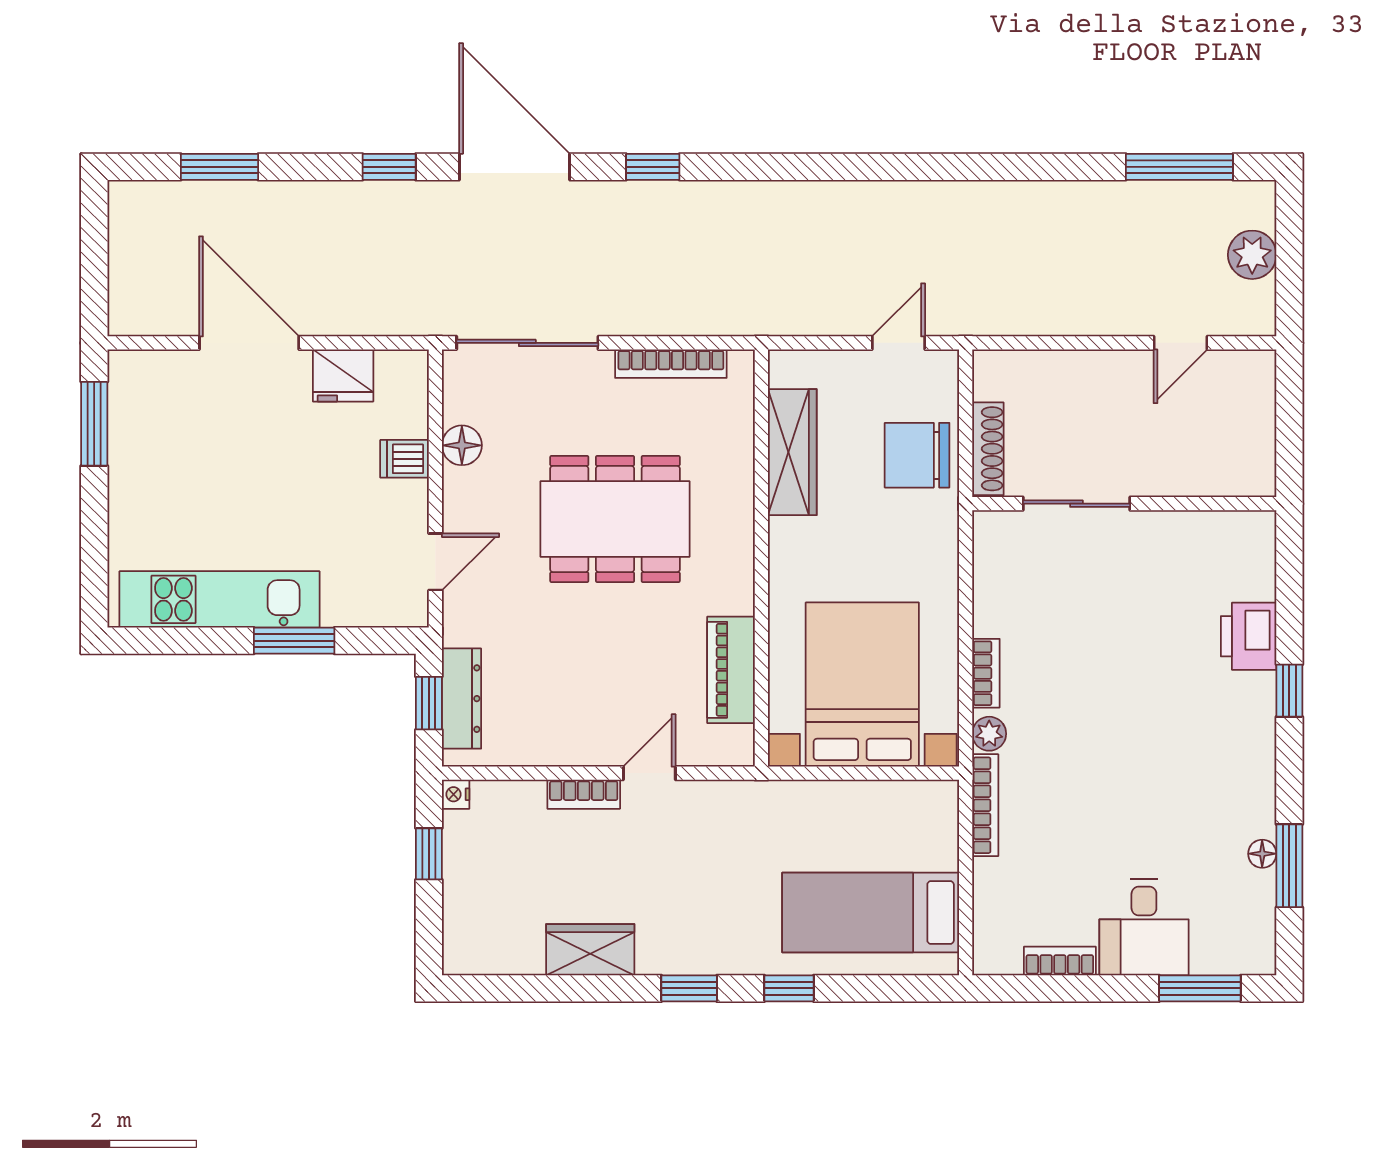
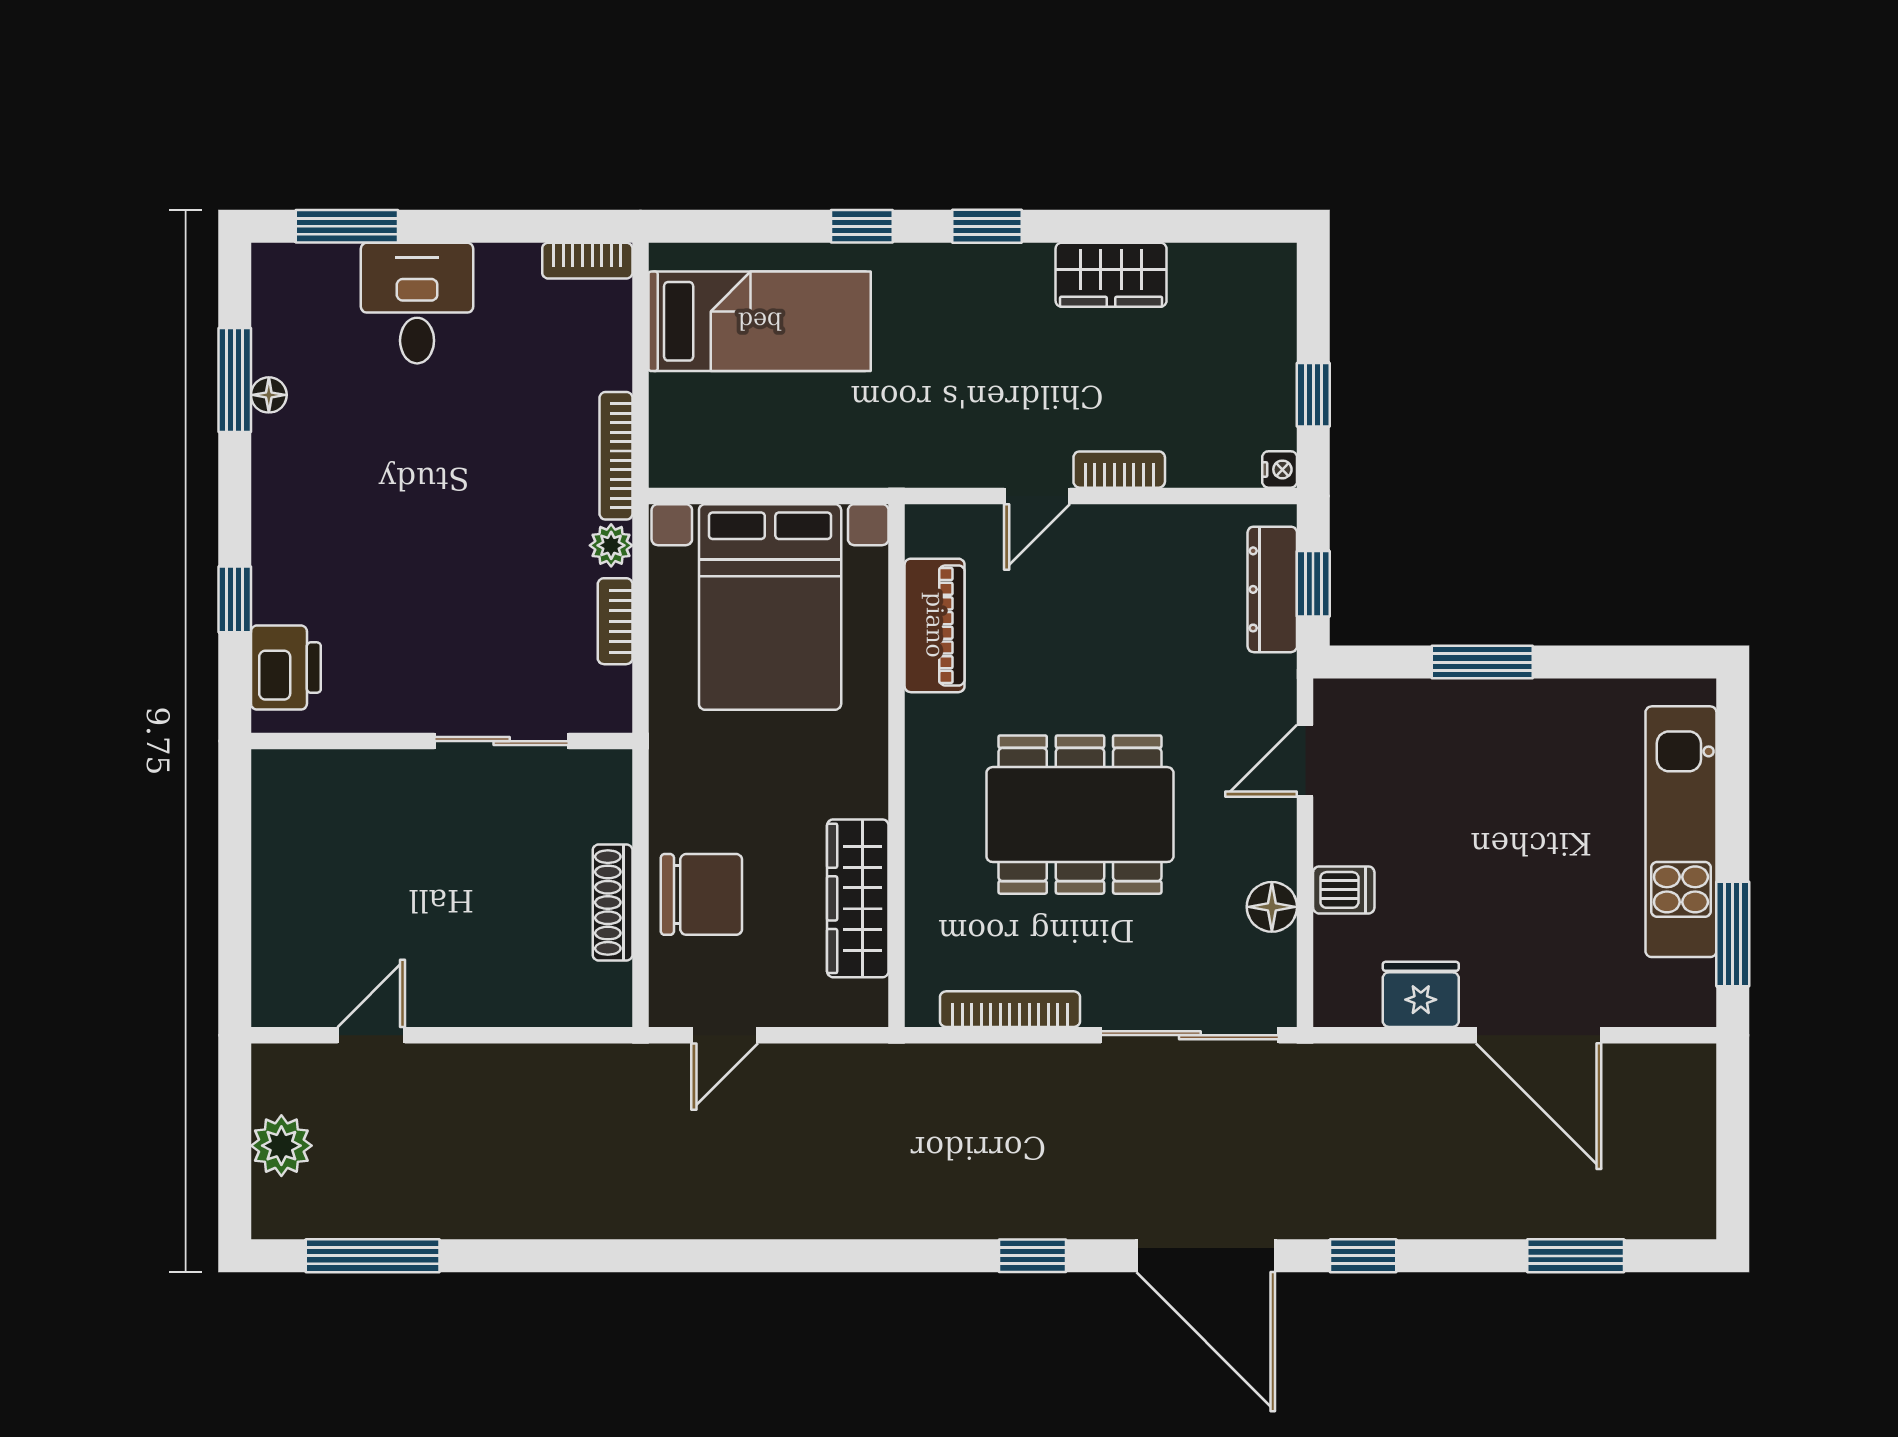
sliding door: (1076, 504) -> (502, 741), moved
wall: (1124, 504) -> (442, 741), moved
kitchen unit: (220, 599) -> (1681, 832), moved, turned 90
bookcase: (1060, 961) -> (587, 261), moved

